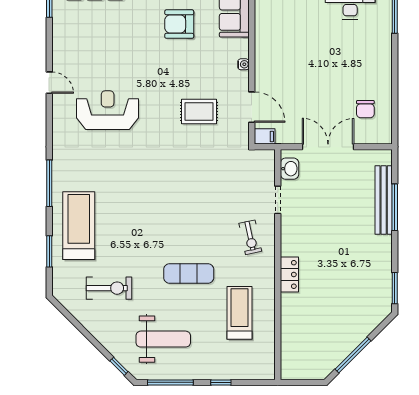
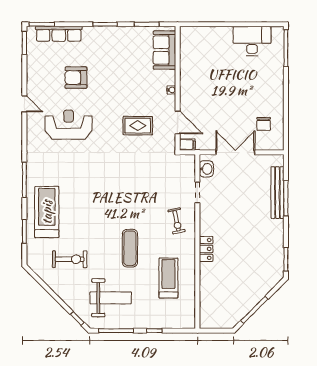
armchair: (179, 24) -> (76, 78), moved
exercise mat: (189, 273) -> (130, 248), turned 90

